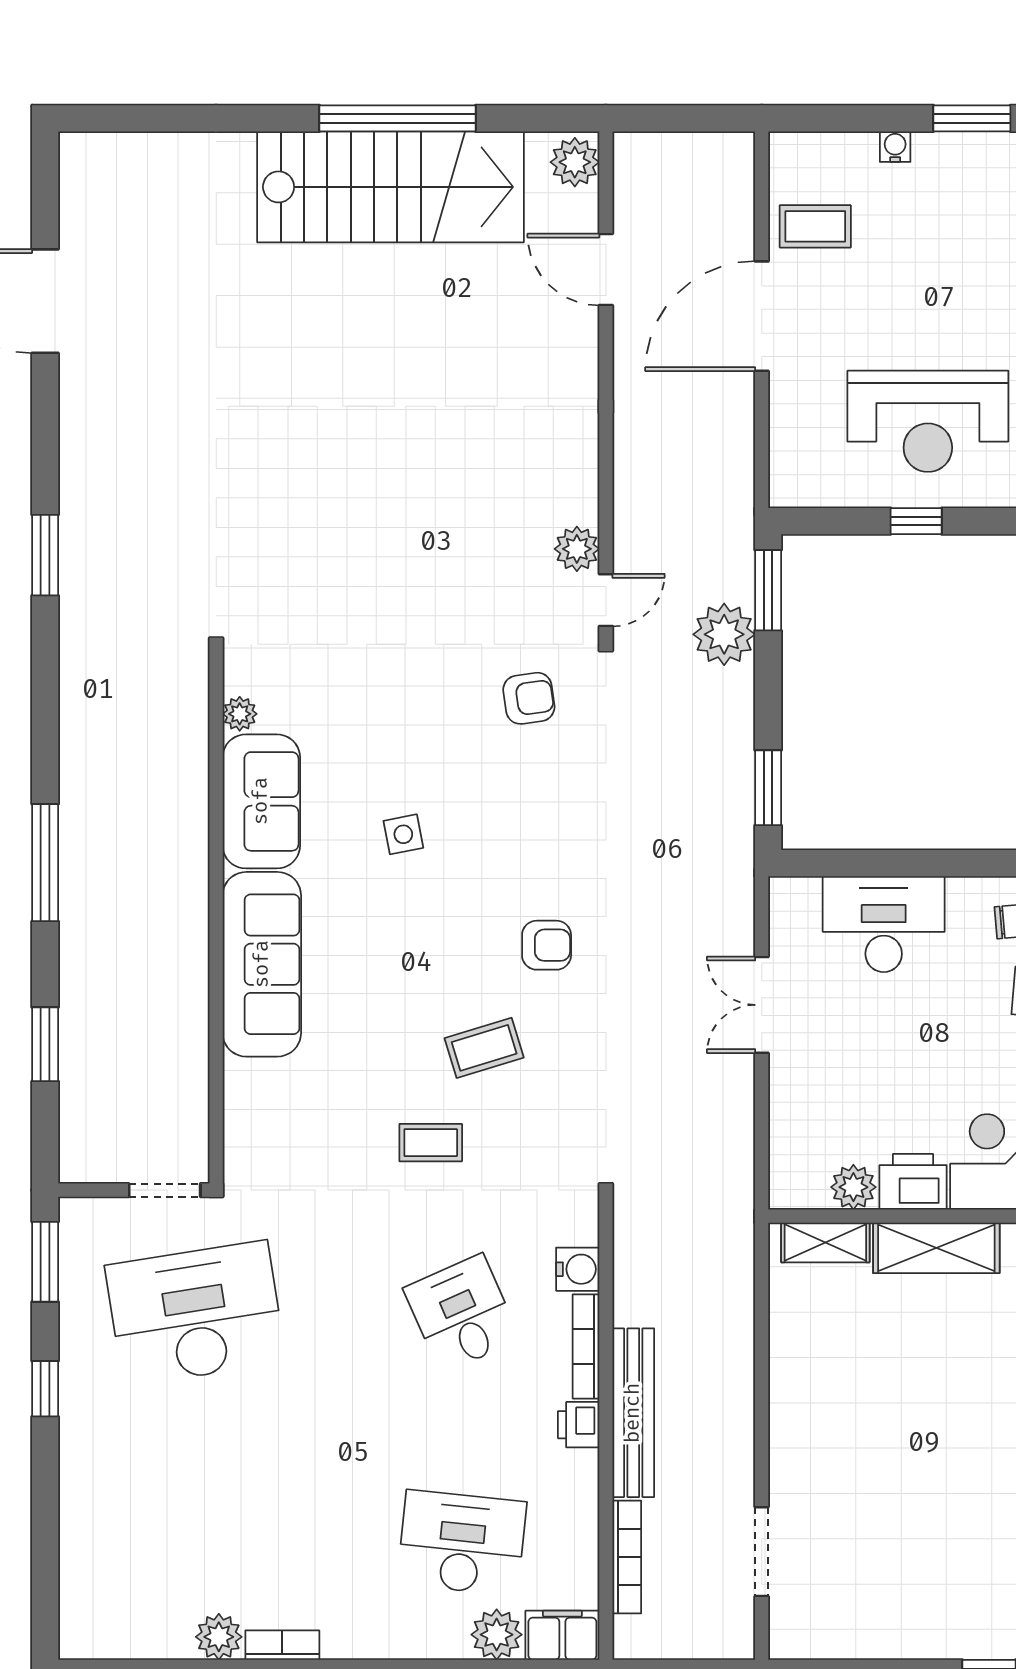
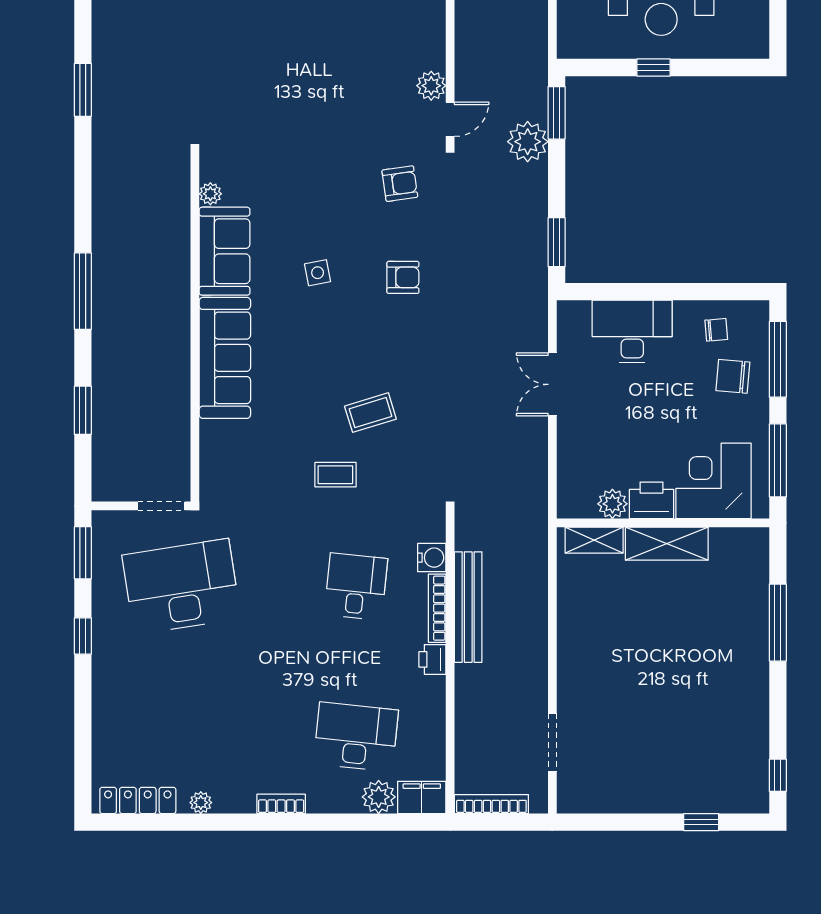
armchair: (547, 945) -> (403, 277), moved
desk: (462, 1314) -> (356, 587), turned 30
bench: (633, 1413) -> (468, 607), moved
bookcase: (627, 1557) -> (491, 804), moved, turned -90
plant: (219, 1637) -> (201, 803), width x0.73, depth x0.73
locker: (129, 1640) -> (138, 800), added
bookcase: (282, 1645) -> (281, 804), moved

